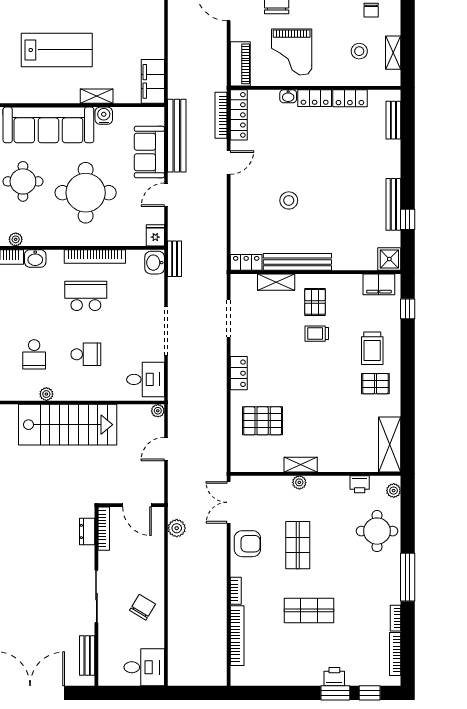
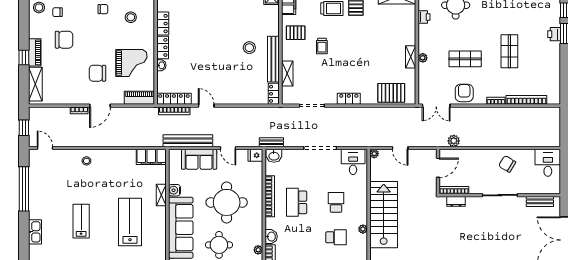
stool: (289, 200) -> (249, 48), moved
pallet: (315, 302) -> (296, 33), moved
pallet: (263, 421) -> (391, 93), moved, turned 90

